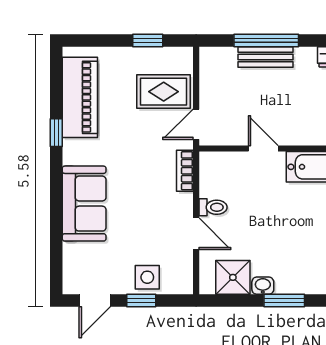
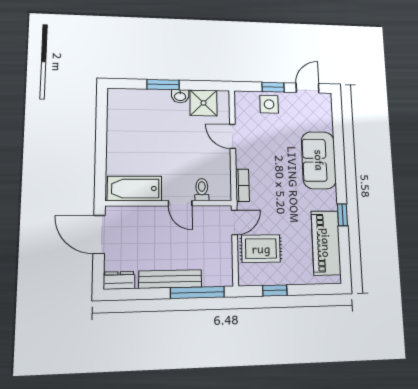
window: (266, 40) -> (197, 292), moved
bench: (266, 57) -> (170, 279), width x1.36
toilet: (213, 207) -> (202, 190), moved, turned 90

